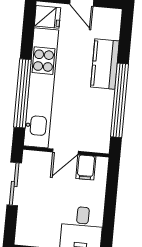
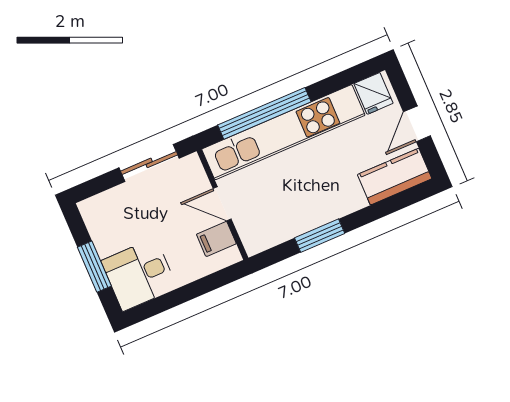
kitchen counter: (105, 64) -> (395, 177), moved
window: (120, 100) -> (320, 236), width x0.47

